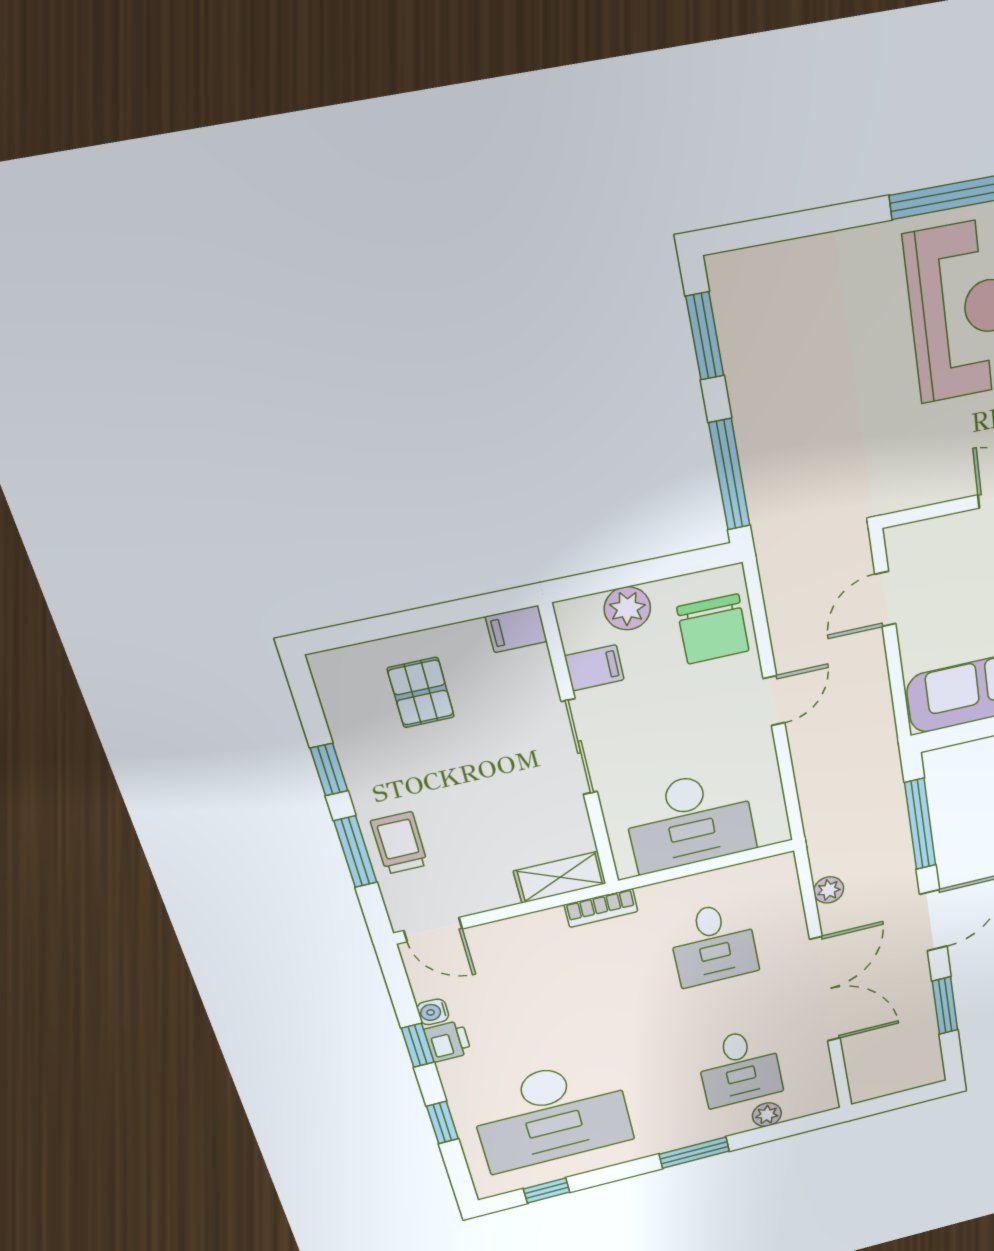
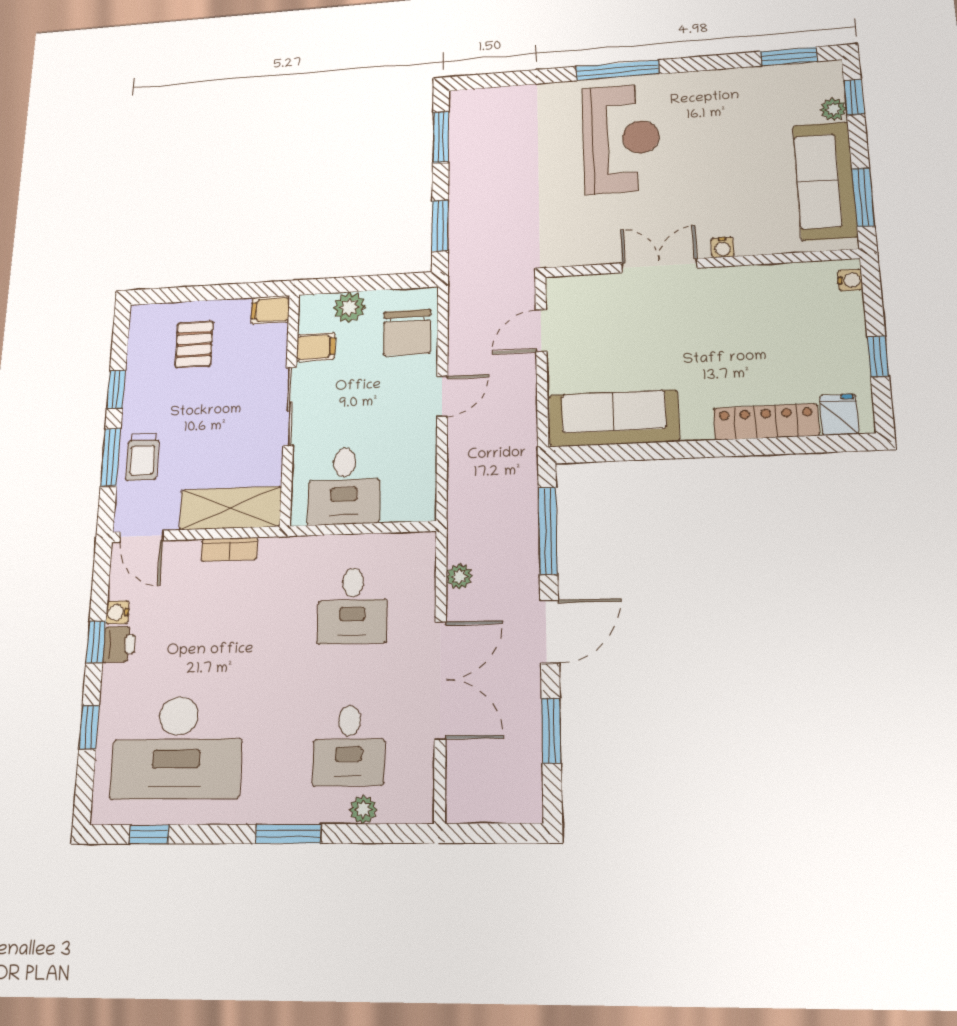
window: (730, 475) -> (440, 225), width x0.69
desk: (690, 821) -> (344, 486), width x0.73
trolley: (399, 843) -> (142, 457), turned 180
shelving: (560, 877) -> (230, 508), width x1.50, depth x1.33
bookcase: (601, 908) -> (229, 549), moved

